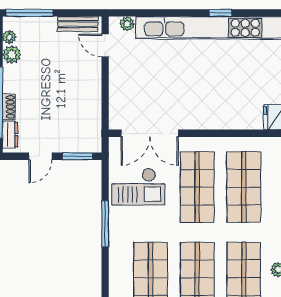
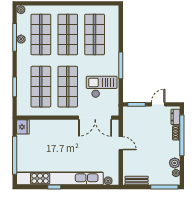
door: (105, 45) -> (121, 143), moved
double door: (150, 133) -> (95, 118), swing flipped

